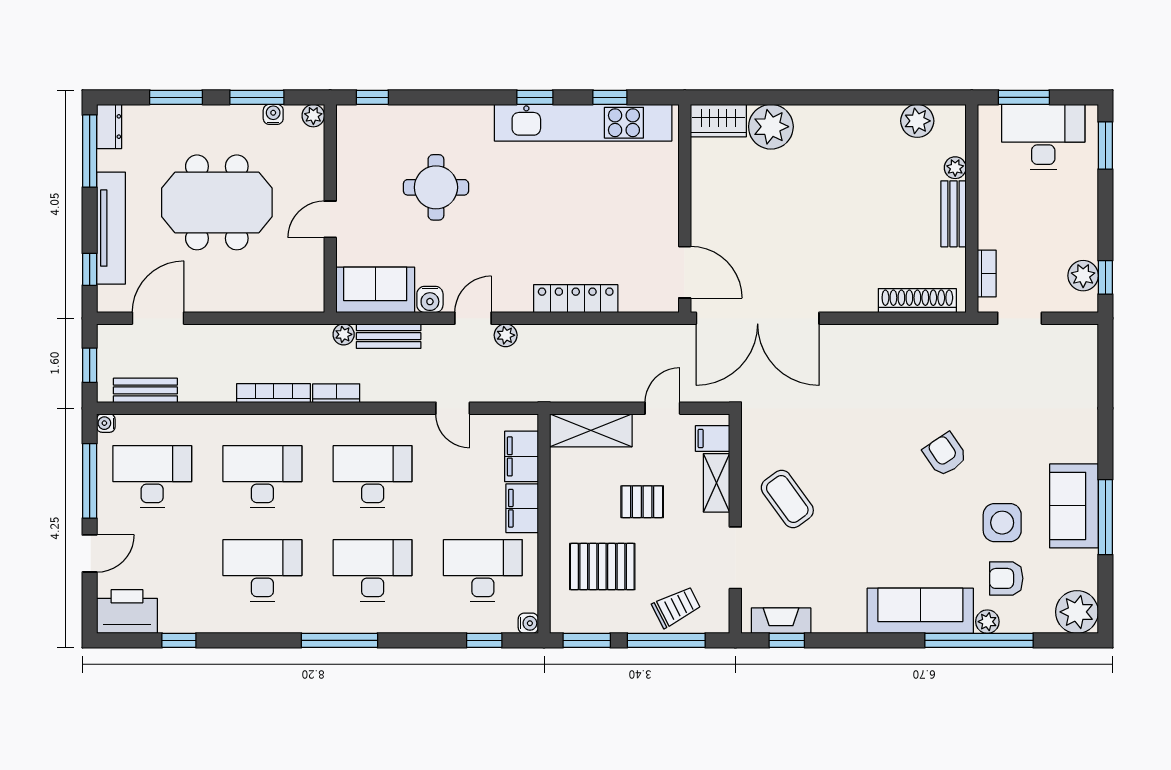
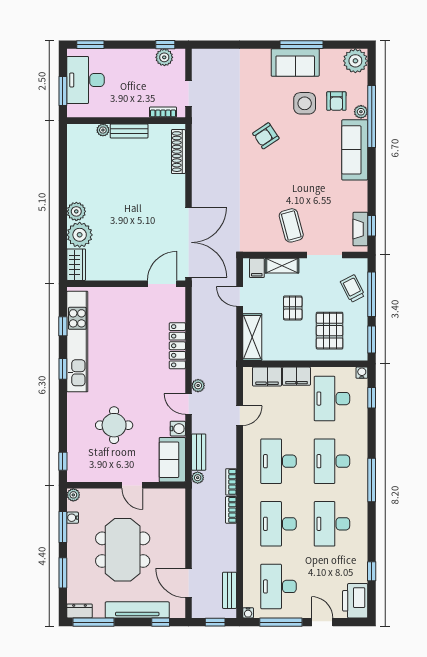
plant: (917, 121) -> (76, 211), moved
bookcase: (274, 393) -> (231, 510), width x0.64
coffee table: (787, 499) -> (291, 225), turned -69

